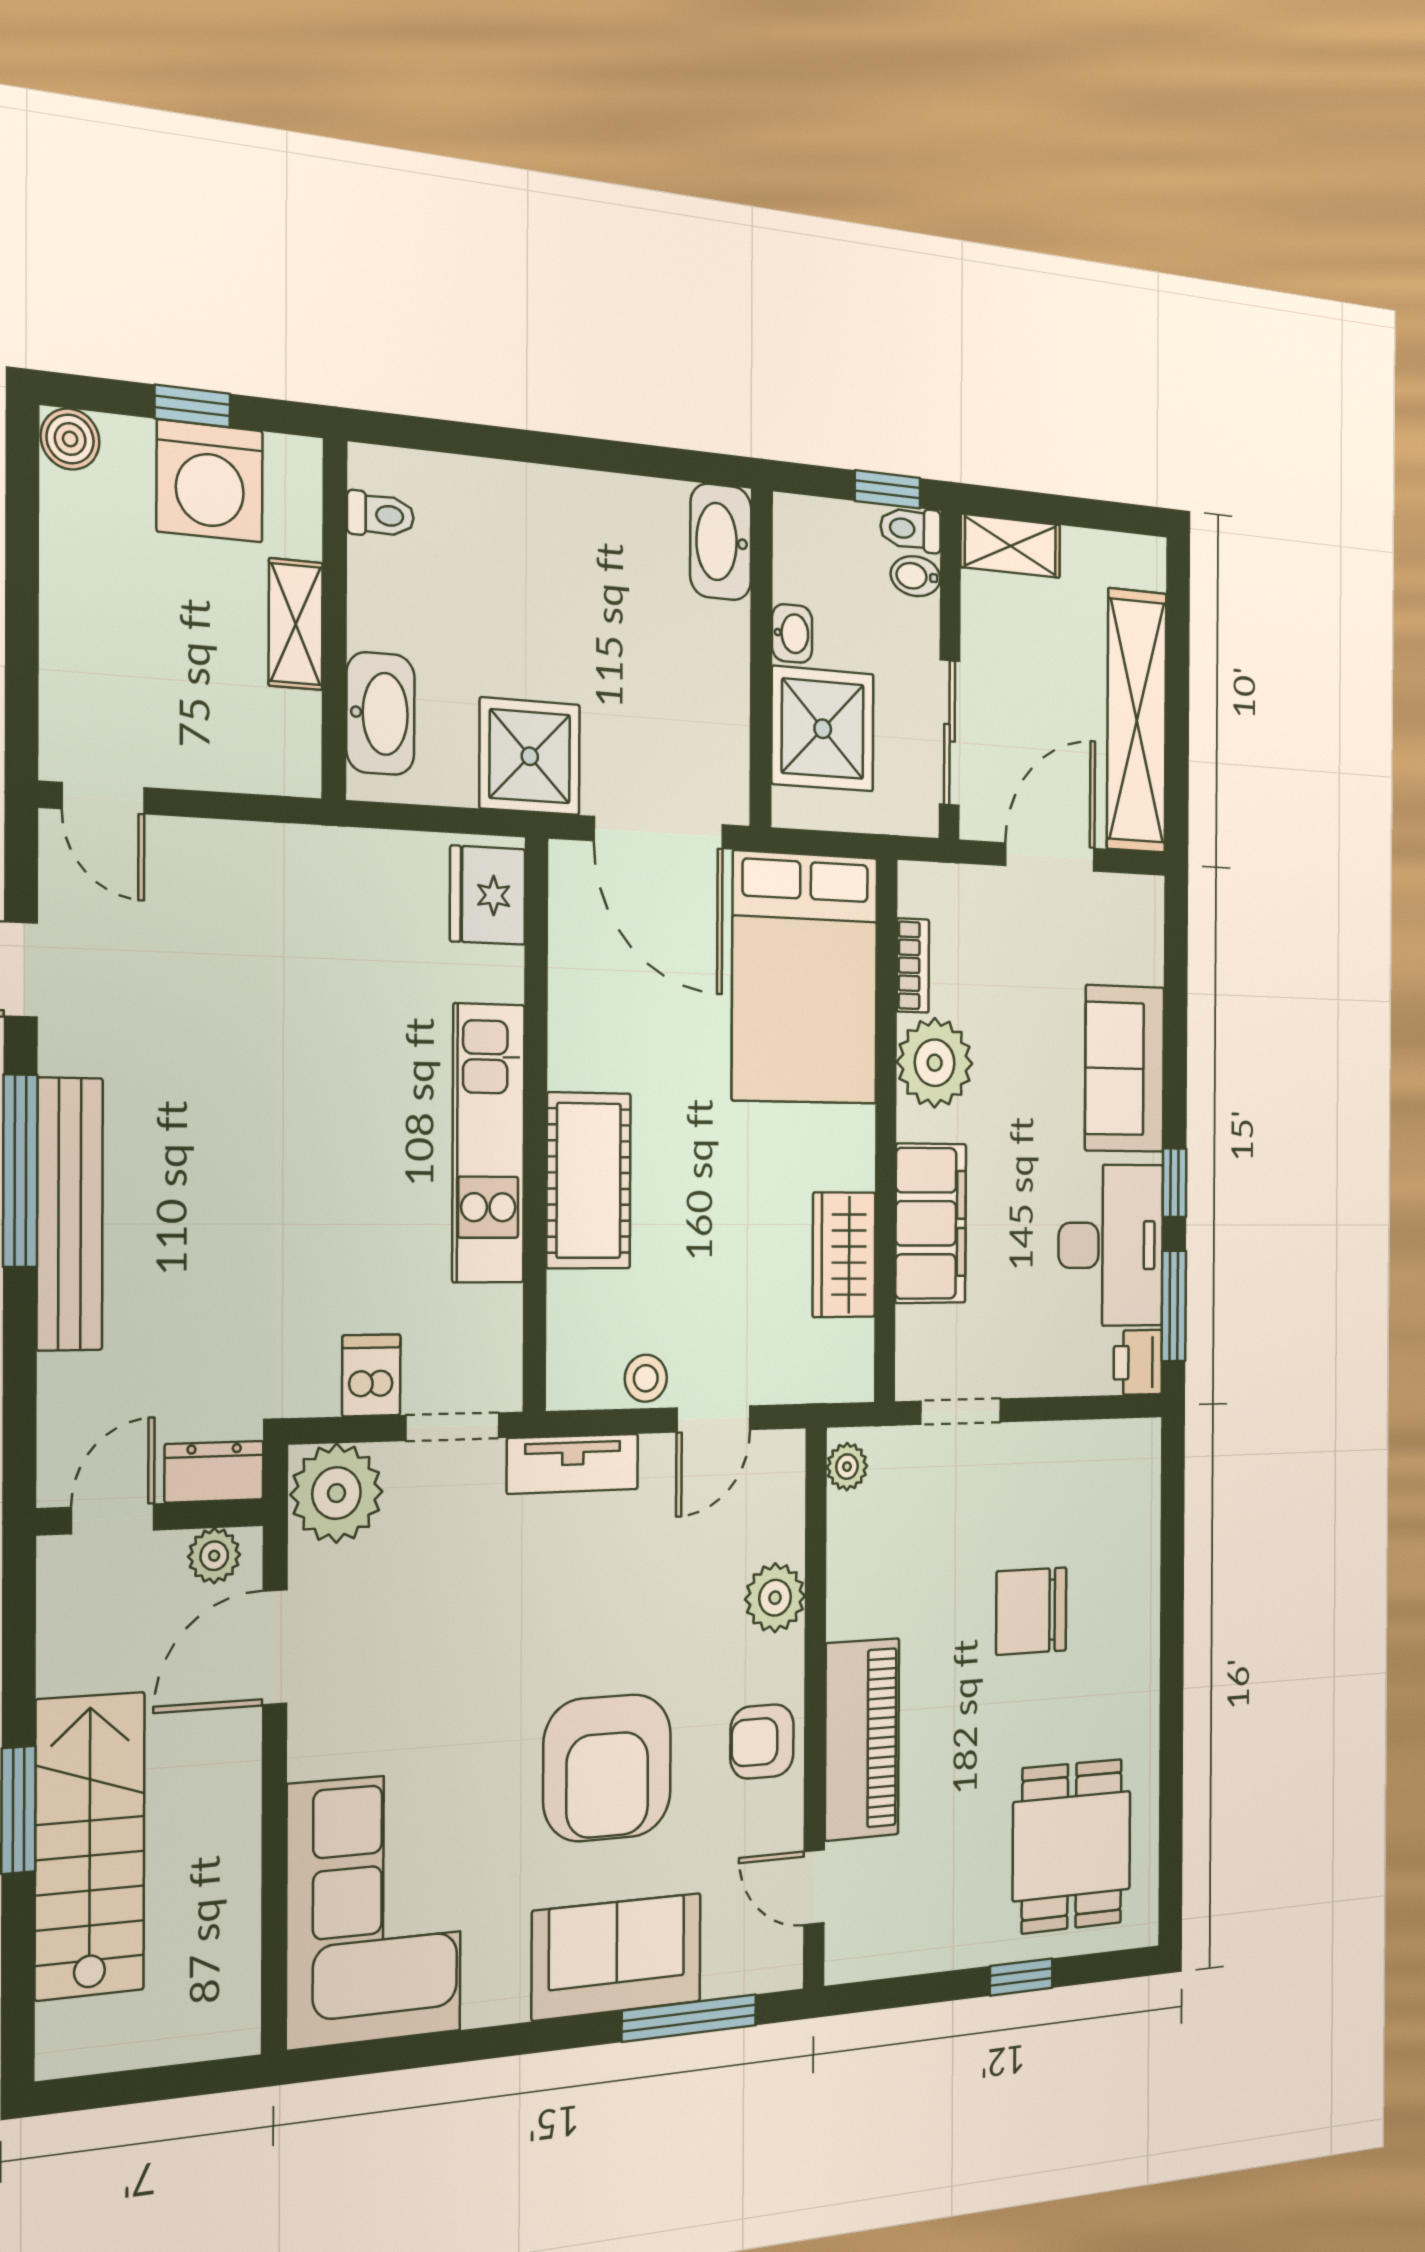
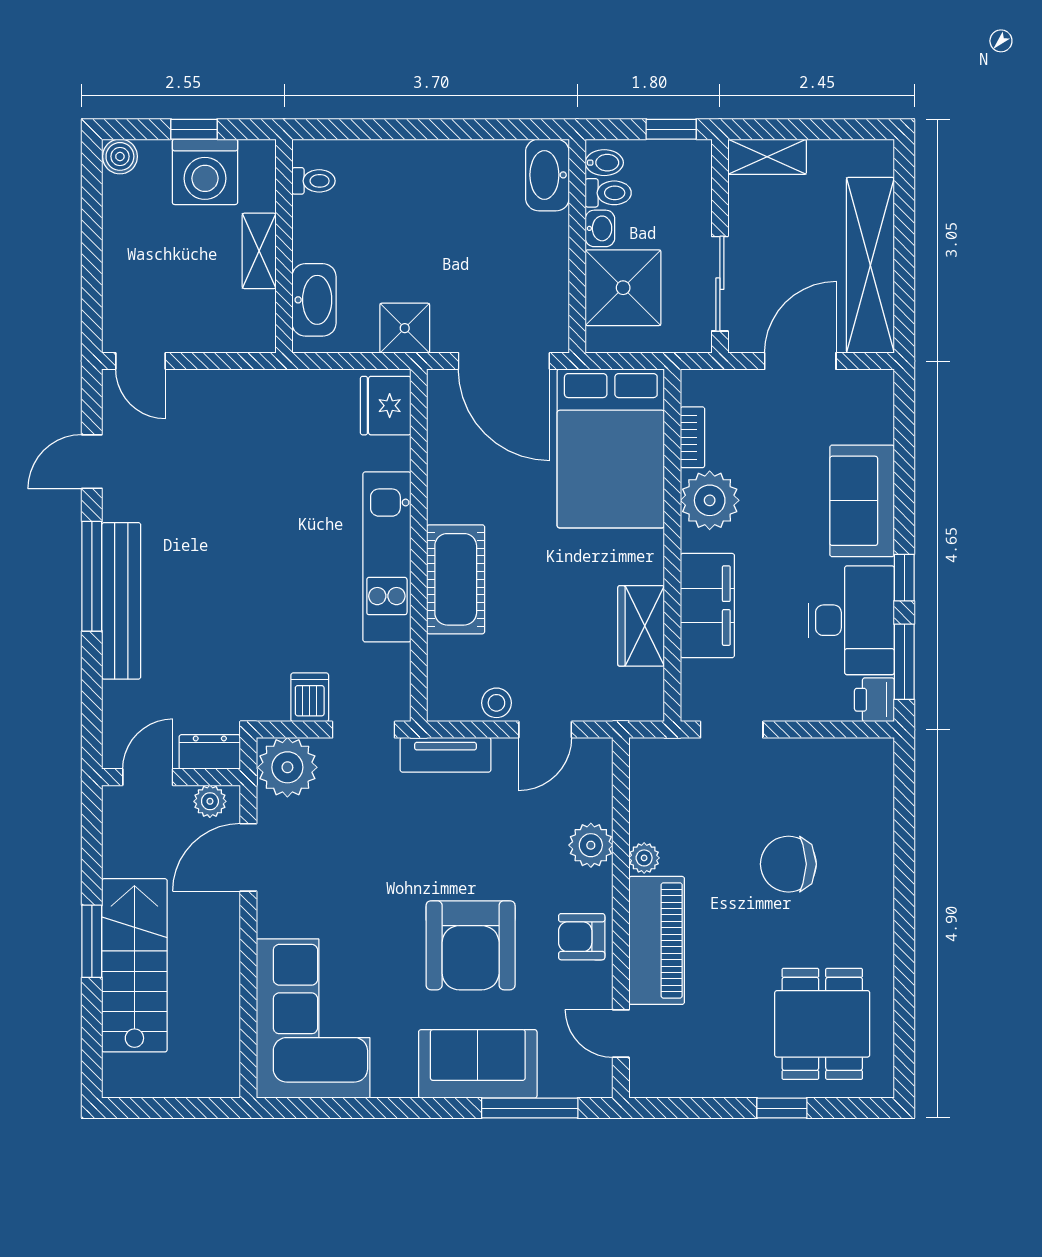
toilet: (911, 529) -> (608, 193), moved, turned 180
bidet: (916, 576) -> (604, 163), moved, turned 180
shower: (530, 756) -> (405, 328), width x0.73, depth x0.73
plant: (847, 1467) -> (644, 858), moved

